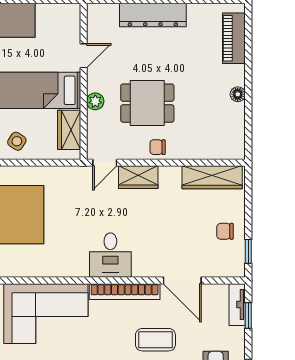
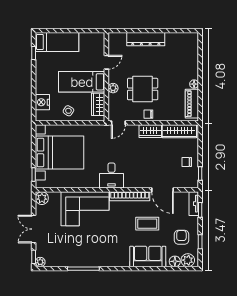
piano: (234, 38) -> (192, 104), moved
wardrobe: (138, 177) -> (150, 131), moved
desk: (110, 255) -> (111, 176), moved

